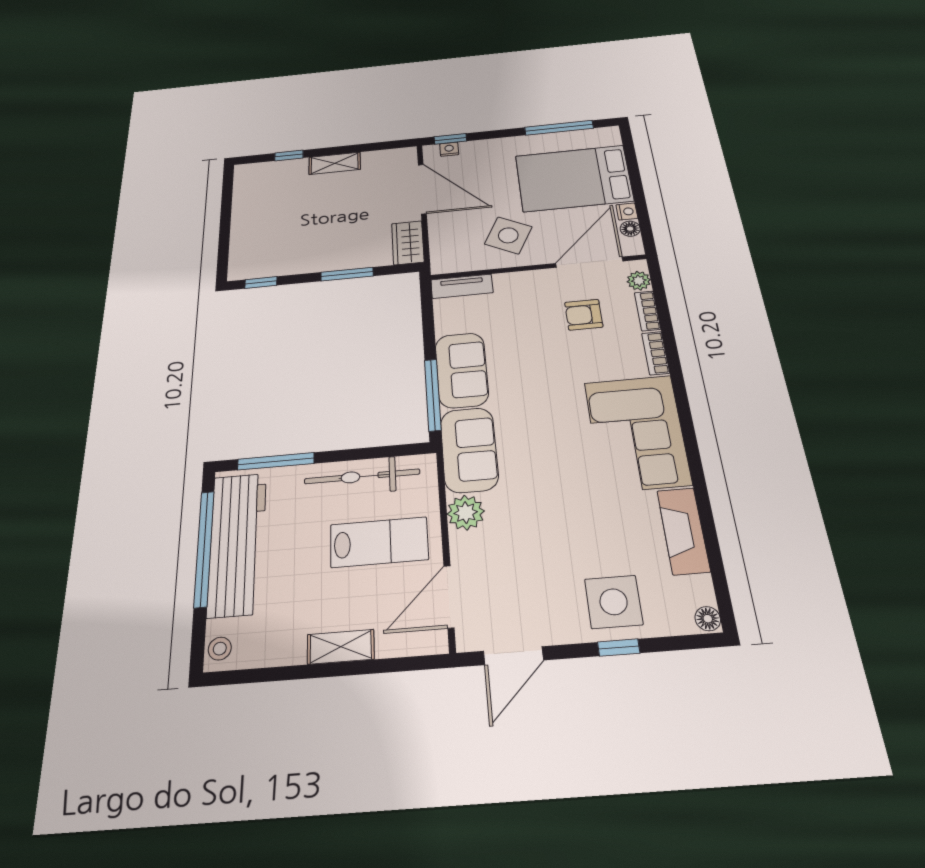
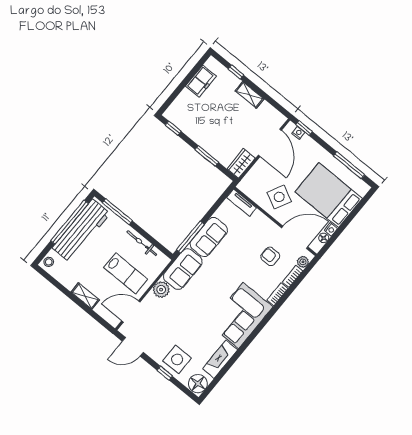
freezer: (248, 201) -> (201, 81), added
bicycle: (362, 476) -> (142, 243), width x0.73, depth x0.71
floor lamp: (708, 619) -> (198, 384), width x1.89, depth x1.89

